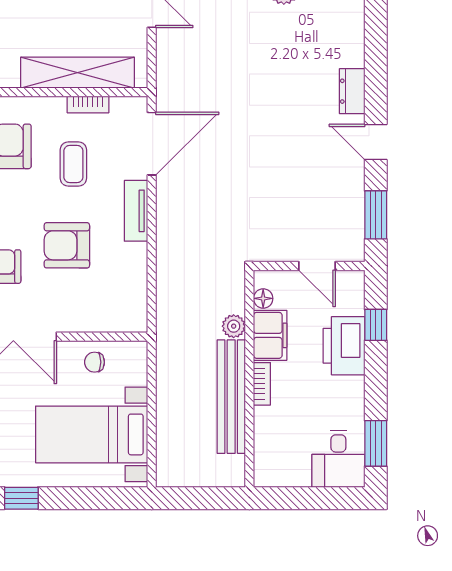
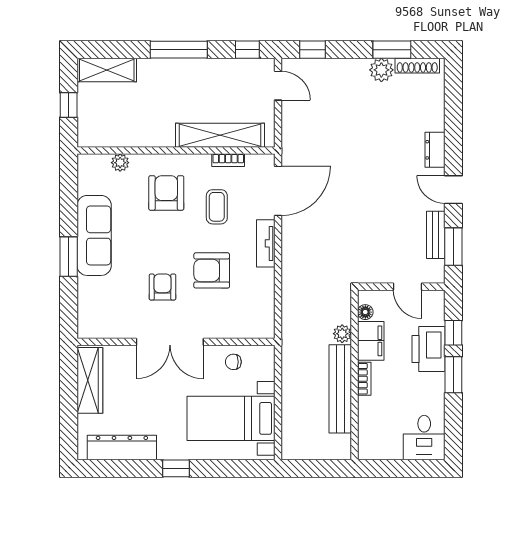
bench: (353, 200) -> (436, 235), added
window: (376, 443) -> (453, 375), moved

